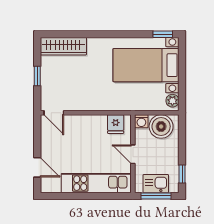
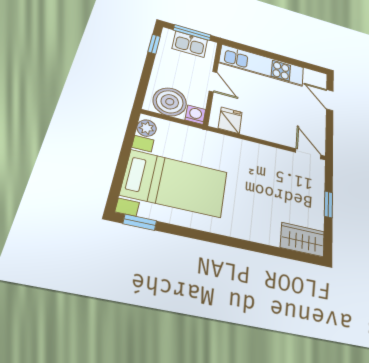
wardrobe: (63, 46) -> (303, 239), width x0.67

